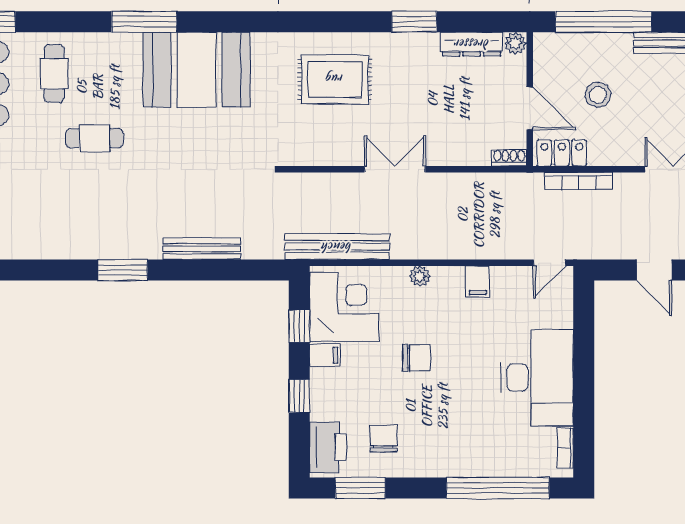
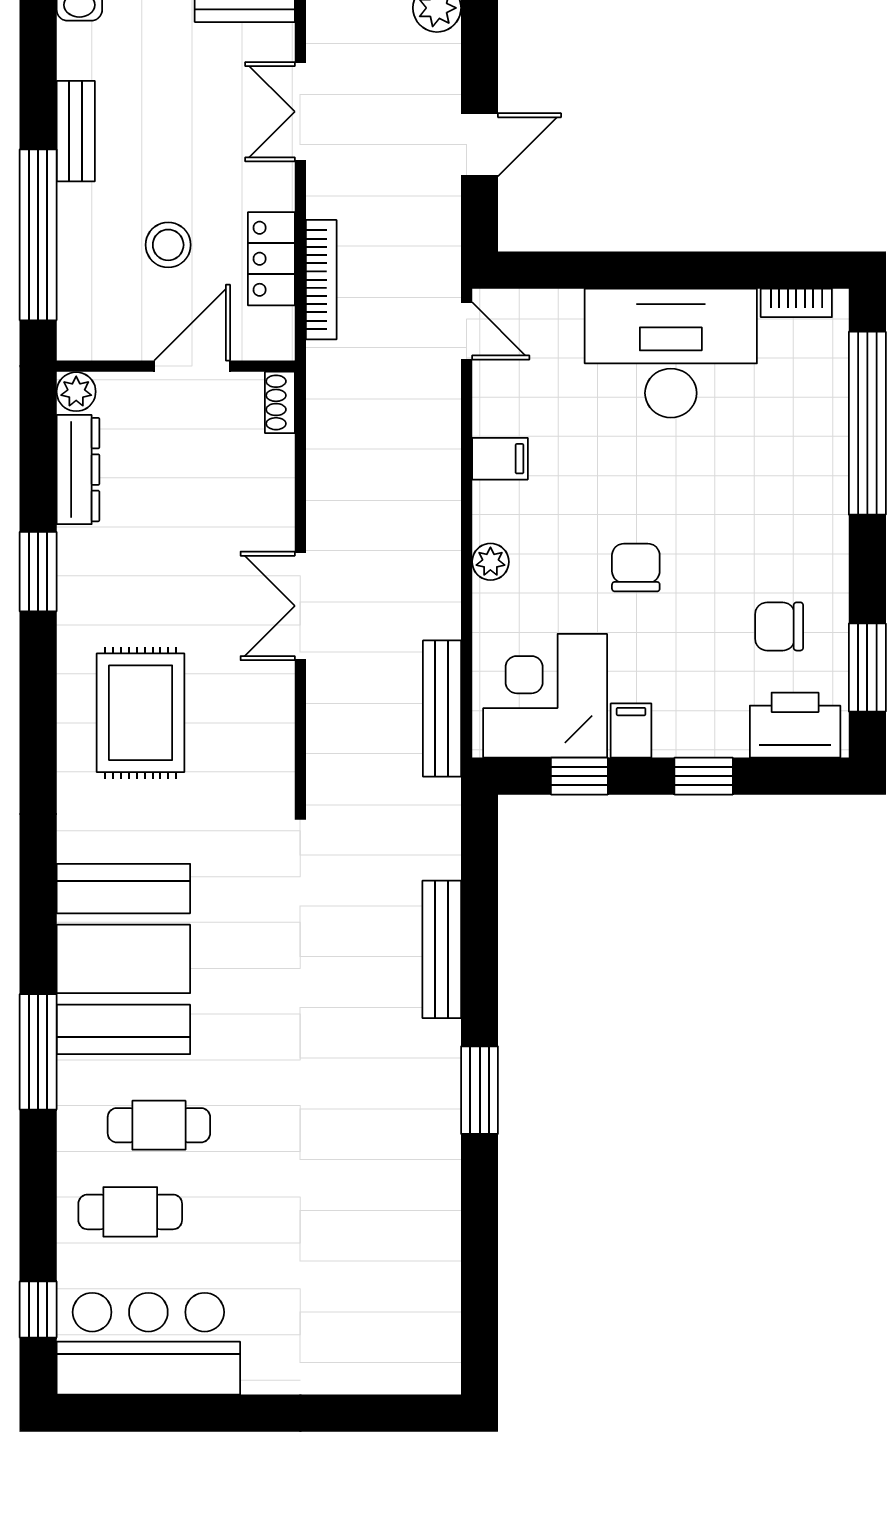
cafe table: (94, 138) -> (159, 1125), moved, turned 90
locker: (562, 153) -> (271, 259), moved
bench: (337, 247) -> (442, 709), width x0.73, depth x0.82

